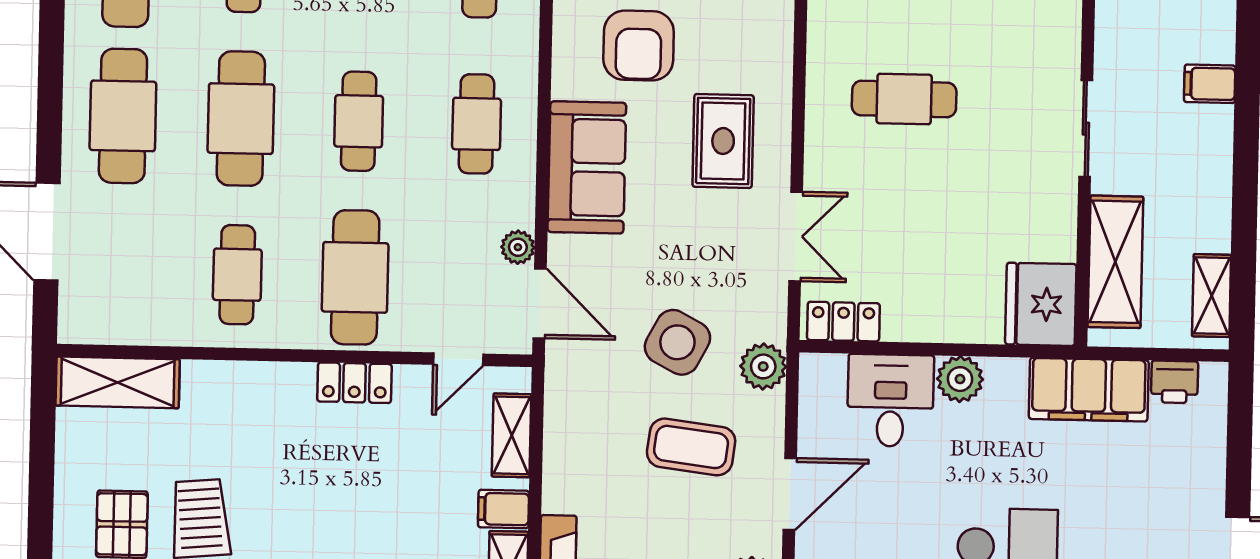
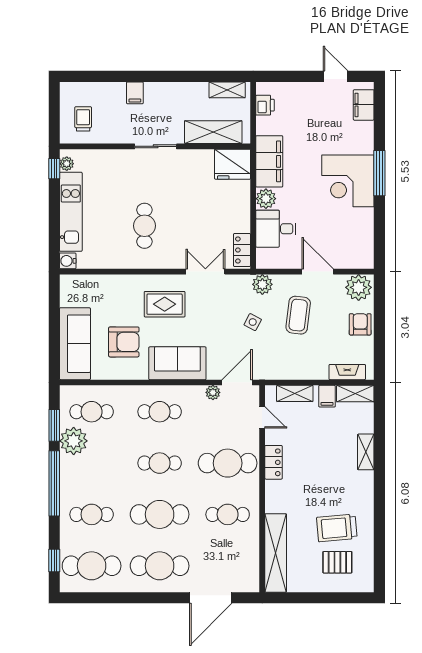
side table: (677, 342) -> (253, 322), width x0.54, depth x0.54
shelving: (118, 382) -> (276, 553), width x1.47
filing cabinet: (1089, 390) -> (269, 161), moved

